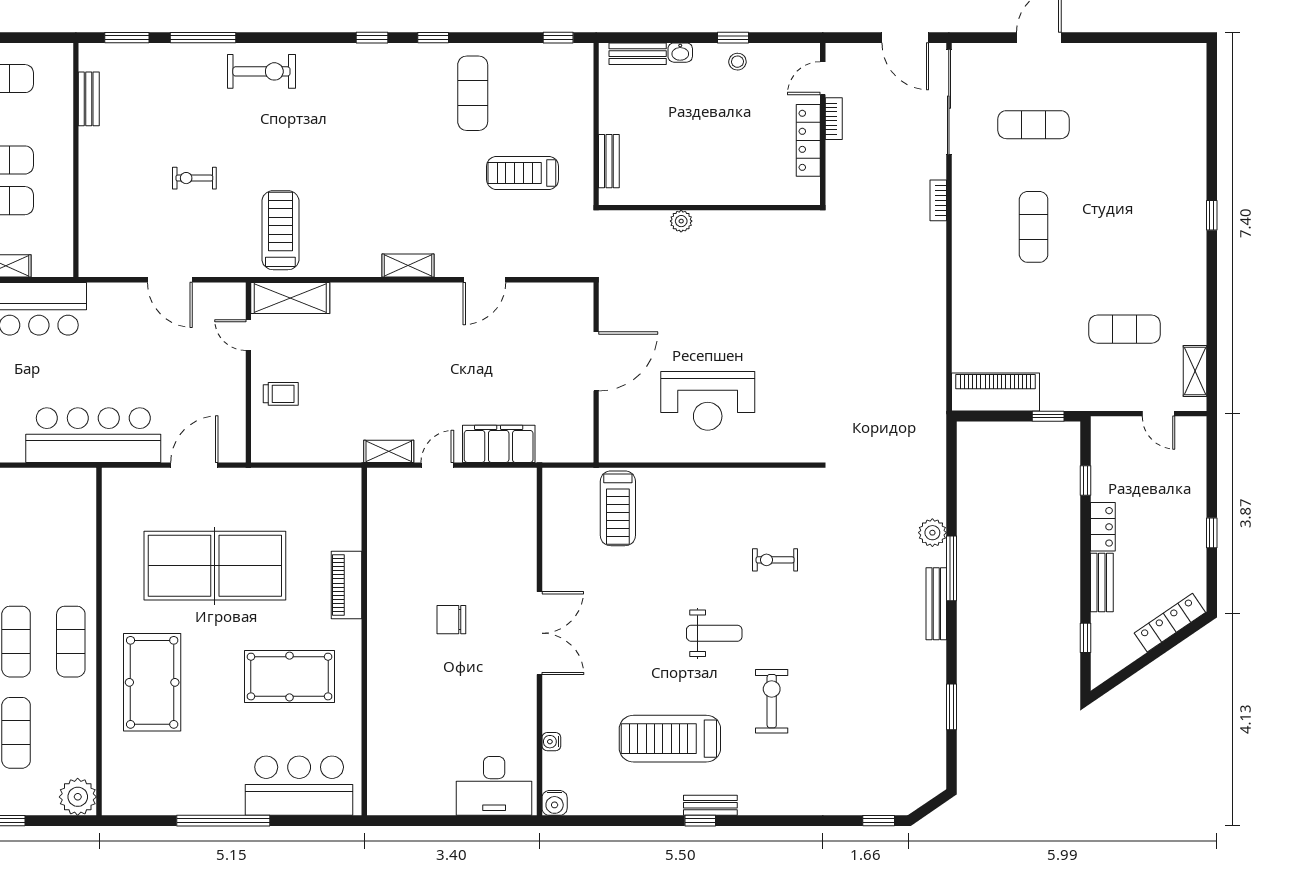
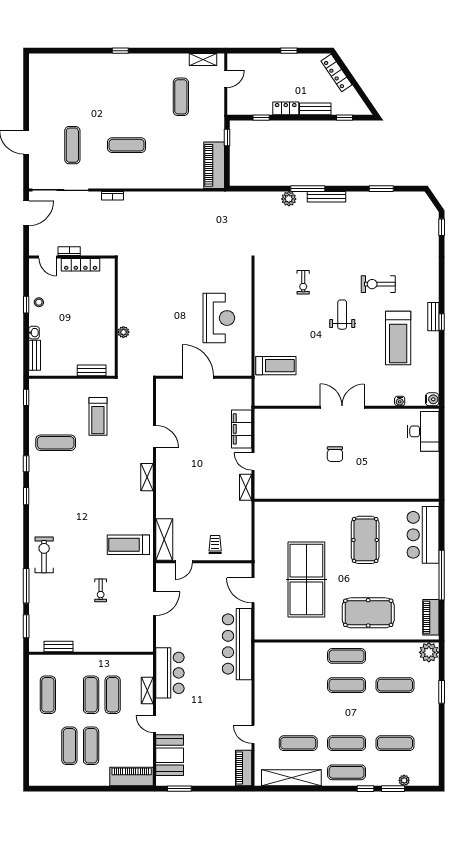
piano: (347, 585) -> (431, 617), moved, turned 90

